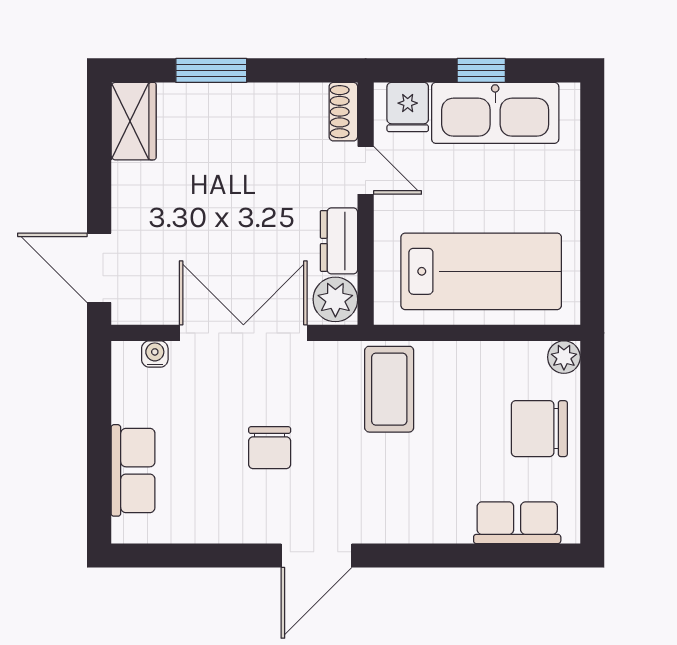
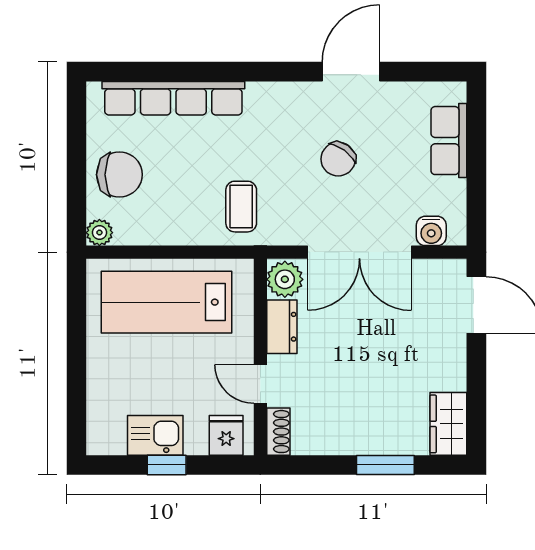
kitchen sink: (495, 113) -> (155, 435), width x0.53, depth x0.81
water cooler: (155, 354) -> (431, 231), width x1.38, depth x1.38
coffee table: (389, 389) -> (241, 207), width x0.73, depth x0.77
chair: (270, 448) -> (338, 159), turned -144
row of seats: (517, 523) -> (173, 98), width x2.02
door: (316, 555) -> (351, 72), moved

